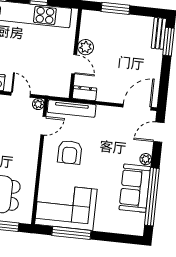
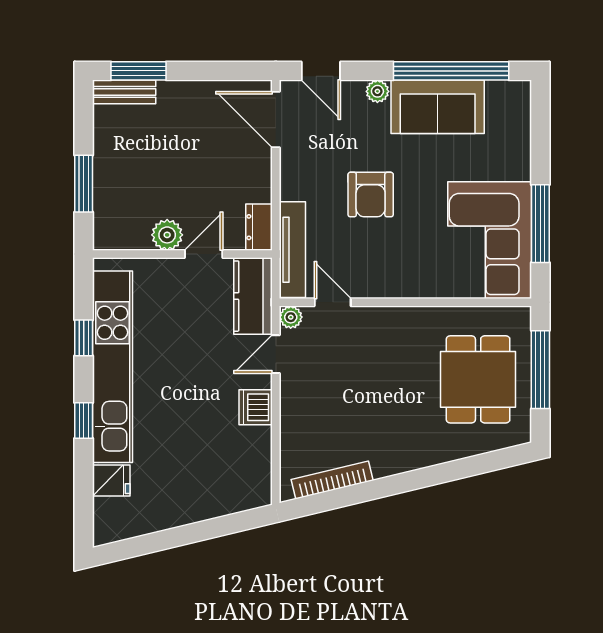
kitchen counter: (51, 87) -> (253, 296), added
armchair: (70, 152) -> (371, 195), moved, turned 90

